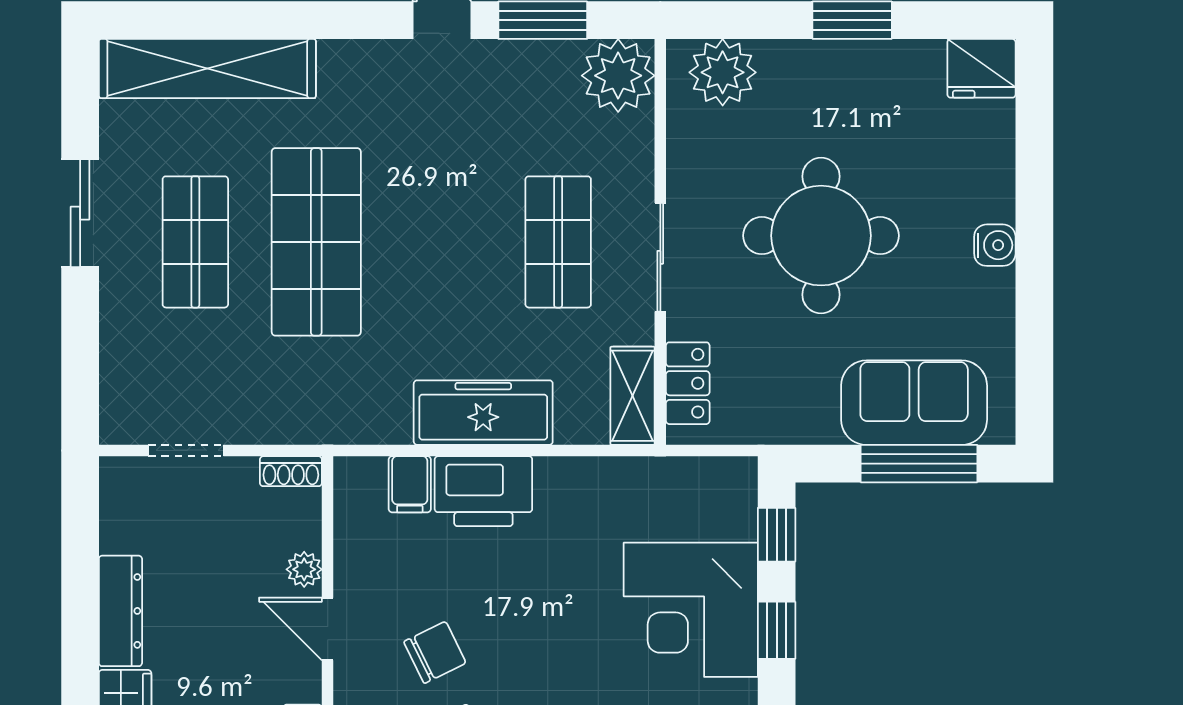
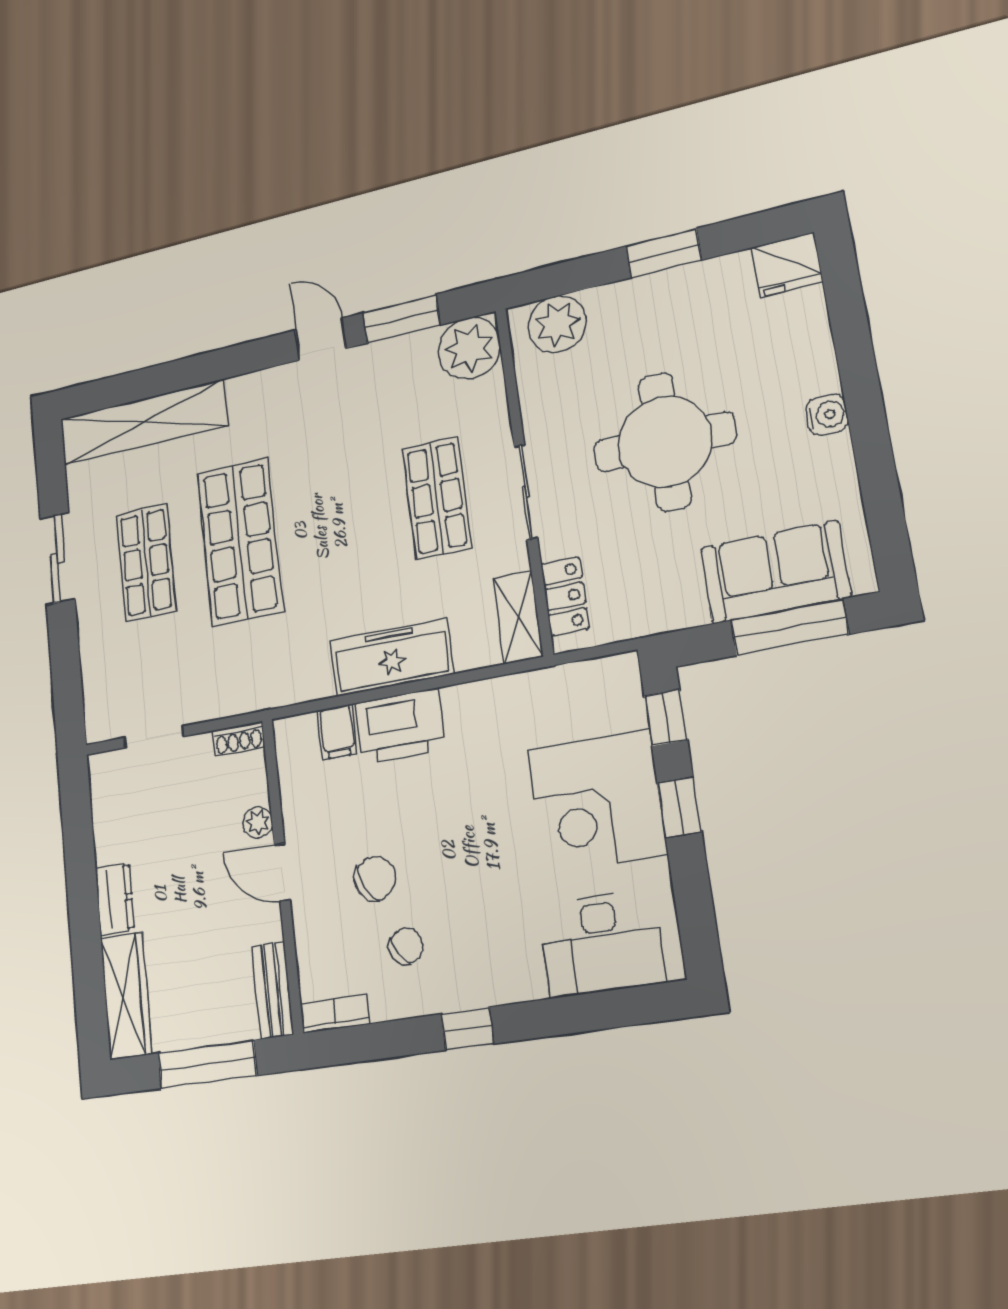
dresser: (120, 611) -> (115, 899), width x0.70

